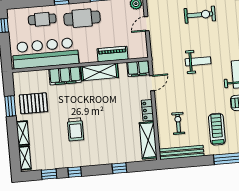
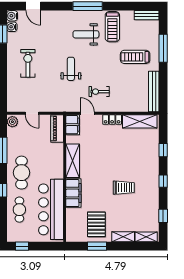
piano: (112, 54) -> (57, 128), moved
exercise bike: (178, 123) -> (99, 92), moved
window: (75, 172) -> (163, 181), moved

